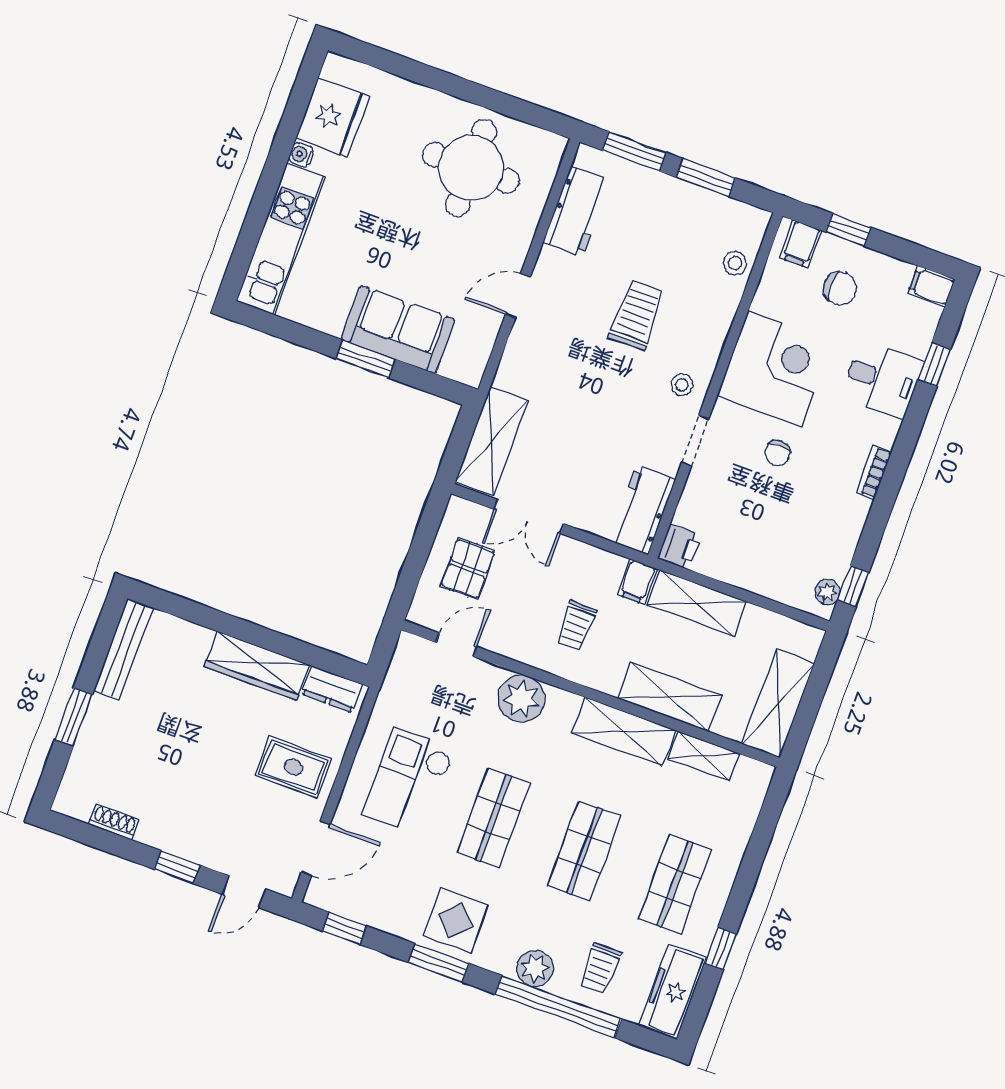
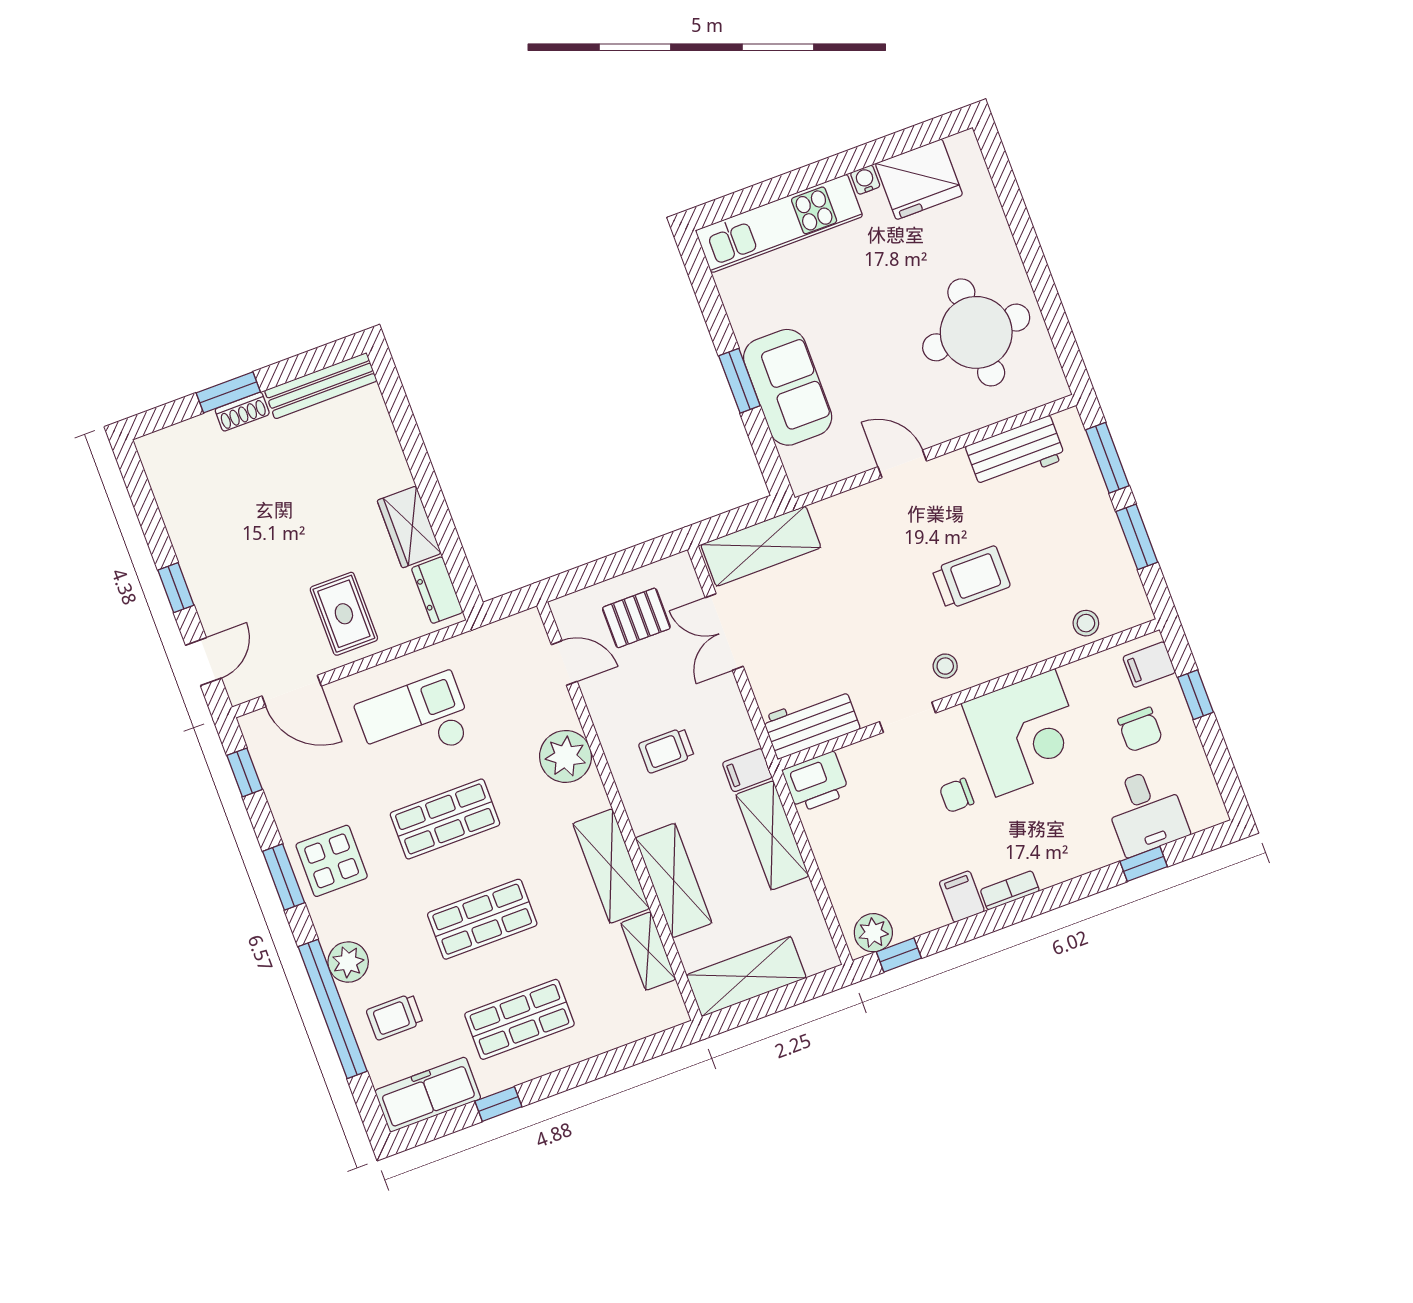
filing cabinet: (931, 286) -> (962, 897), moved
desk: (882, 379) -> (1146, 812), moved
printer: (680, 547) -> (816, 782), width x1.36, depth x1.24
plant: (827, 592) -> (873, 933), width x1.38, depth x1.38
wardrobe: (257, 666) -> (409, 527), width x0.67
shoe rack: (114, 822) -> (242, 412), moved, turned 90
door: (244, 892) -> (203, 662), swing flipped

